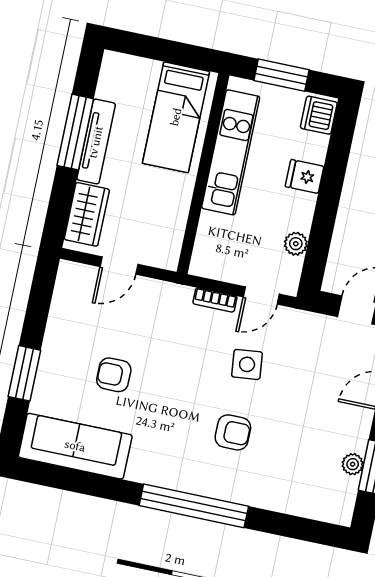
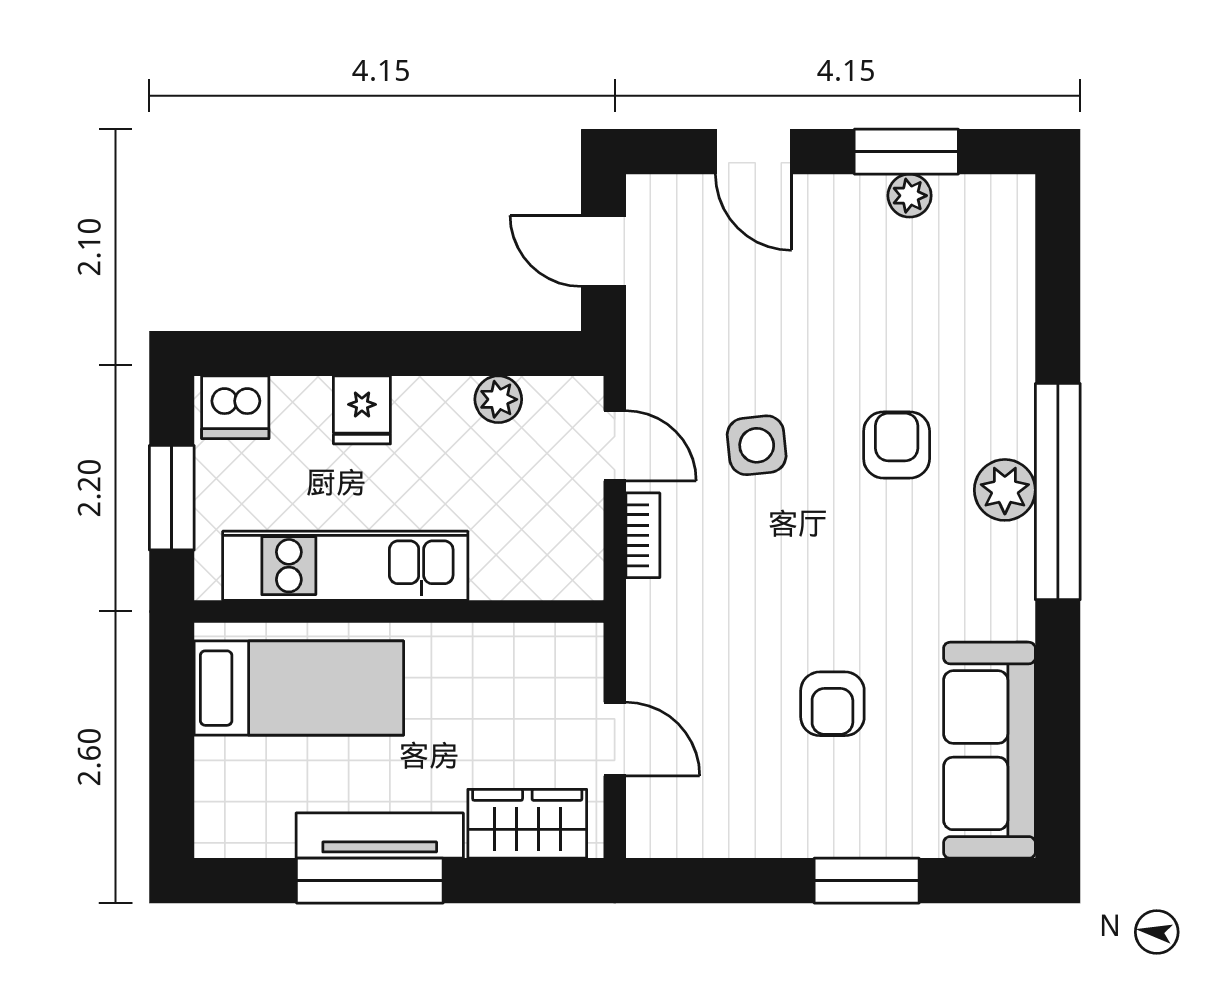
plant: (200, 480) -> (1005, 490), added

